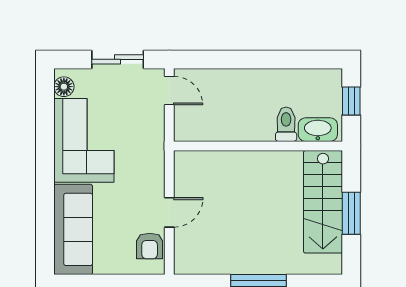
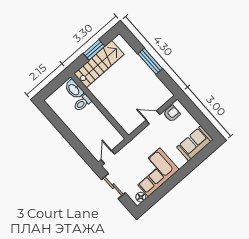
window: (351, 101) -> (53, 86), removed
sofa: (73, 229) -> (195, 143), width x0.73

